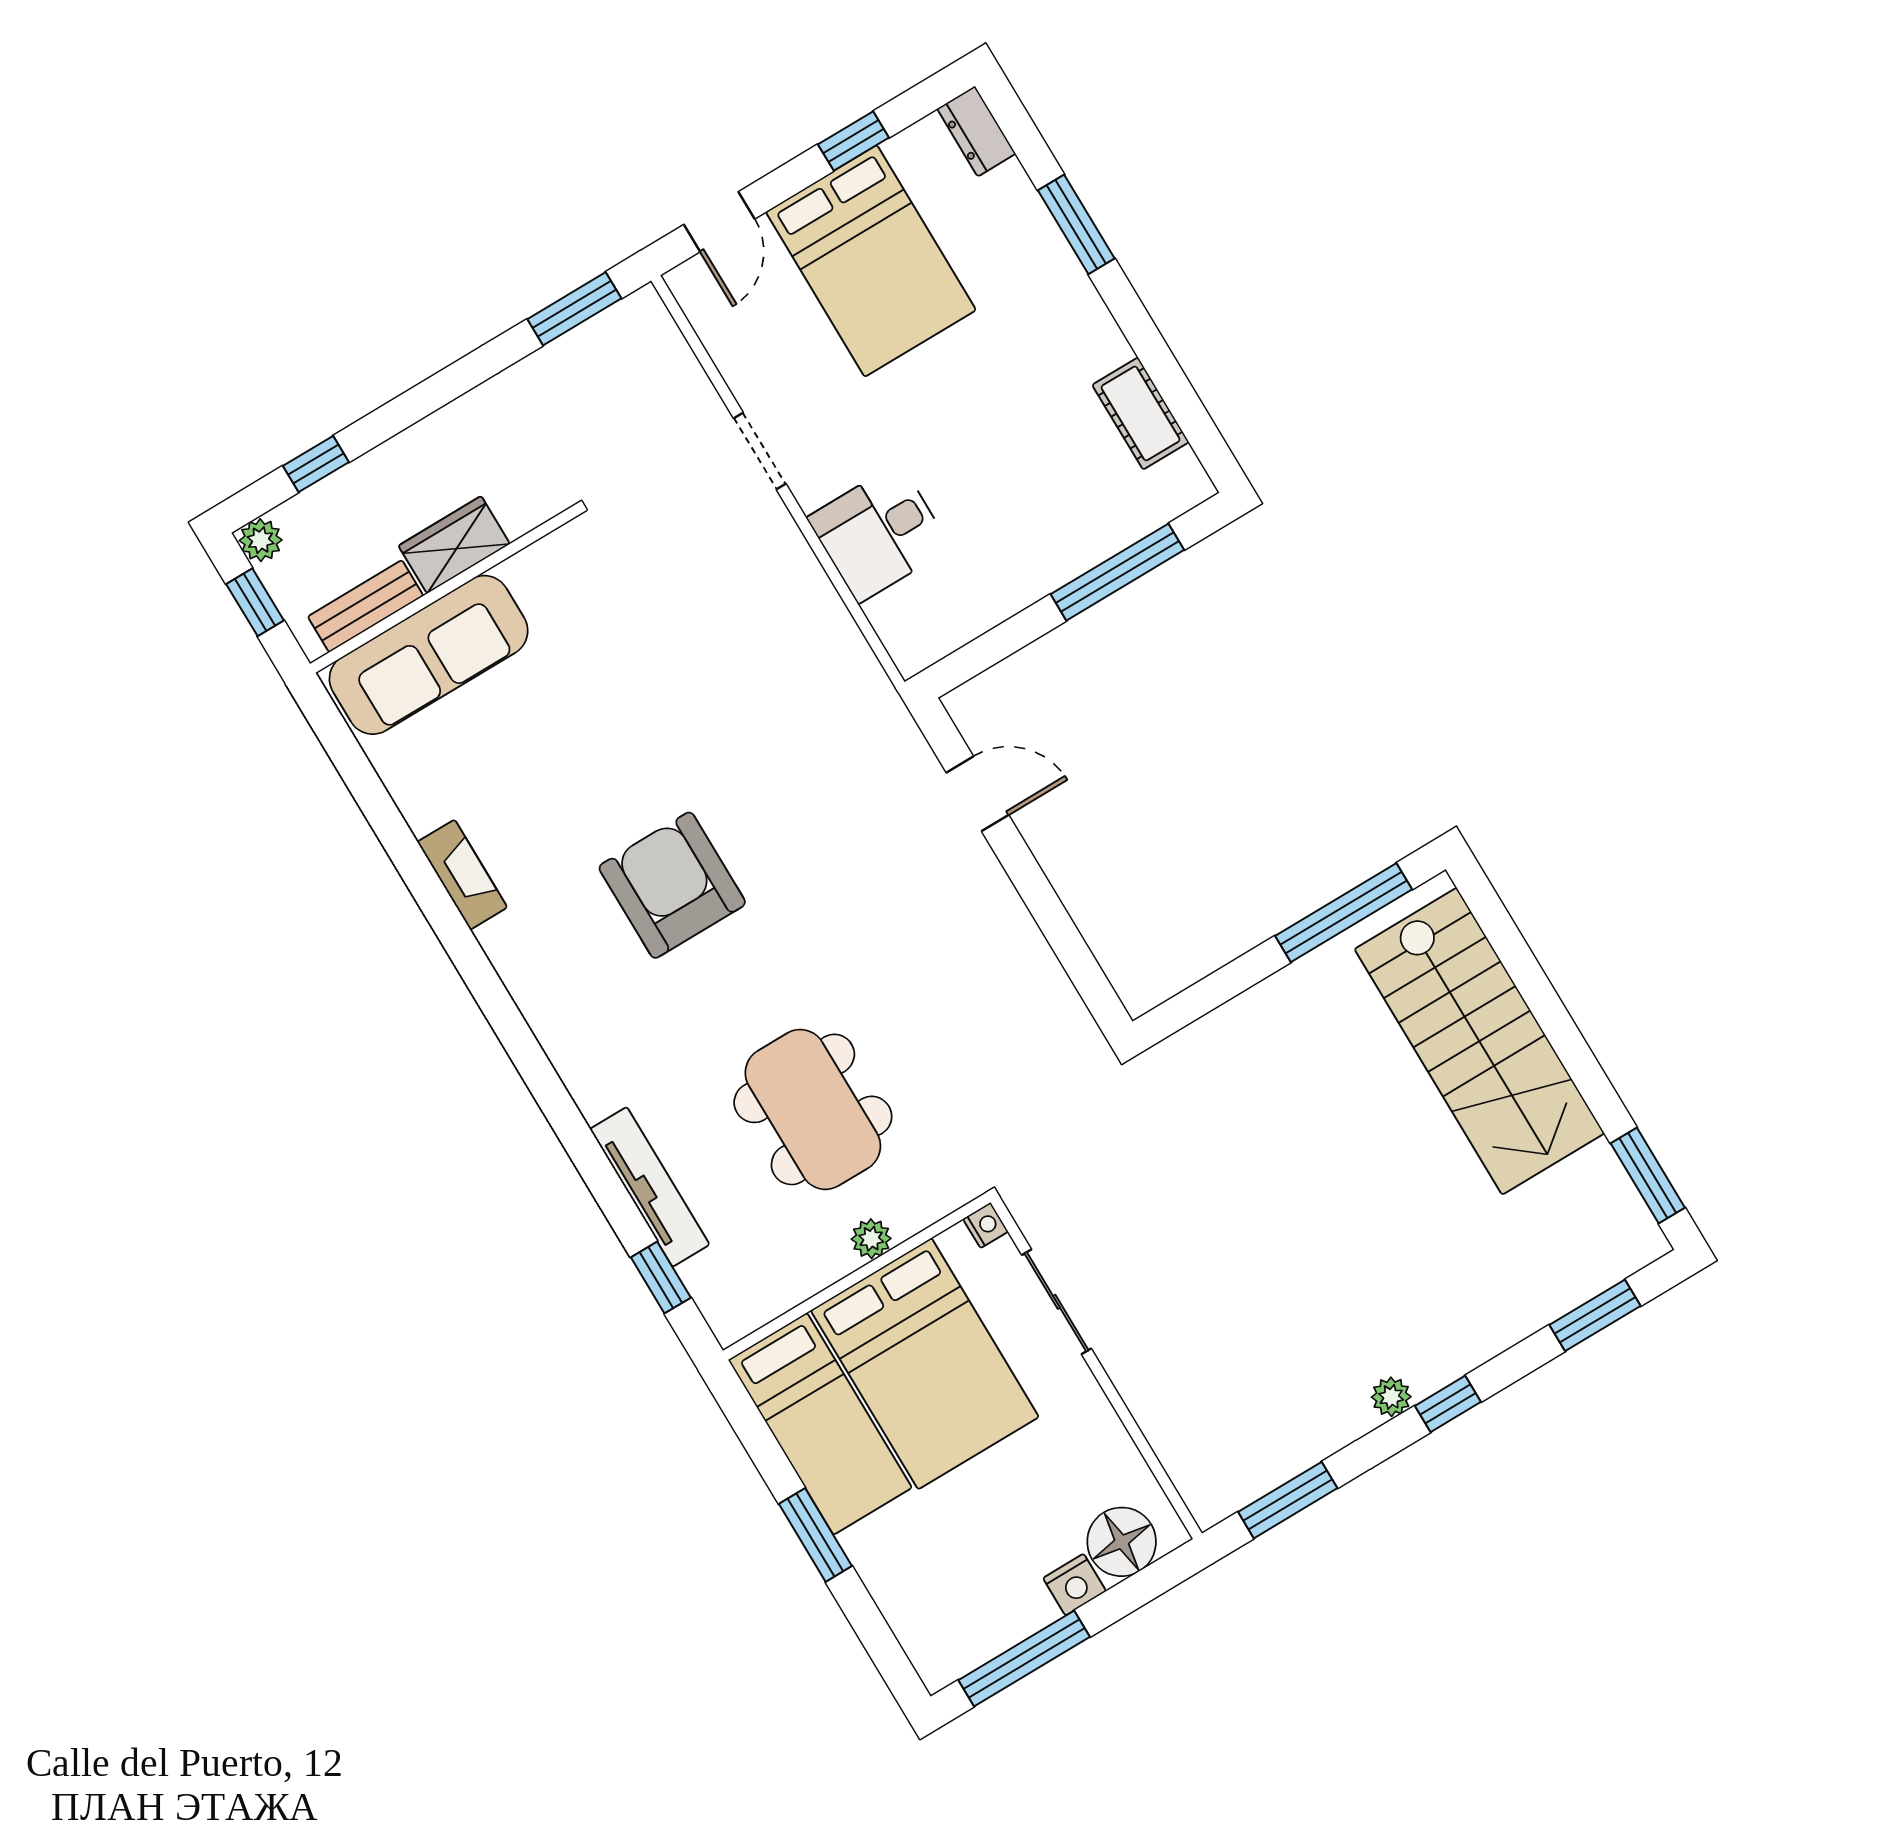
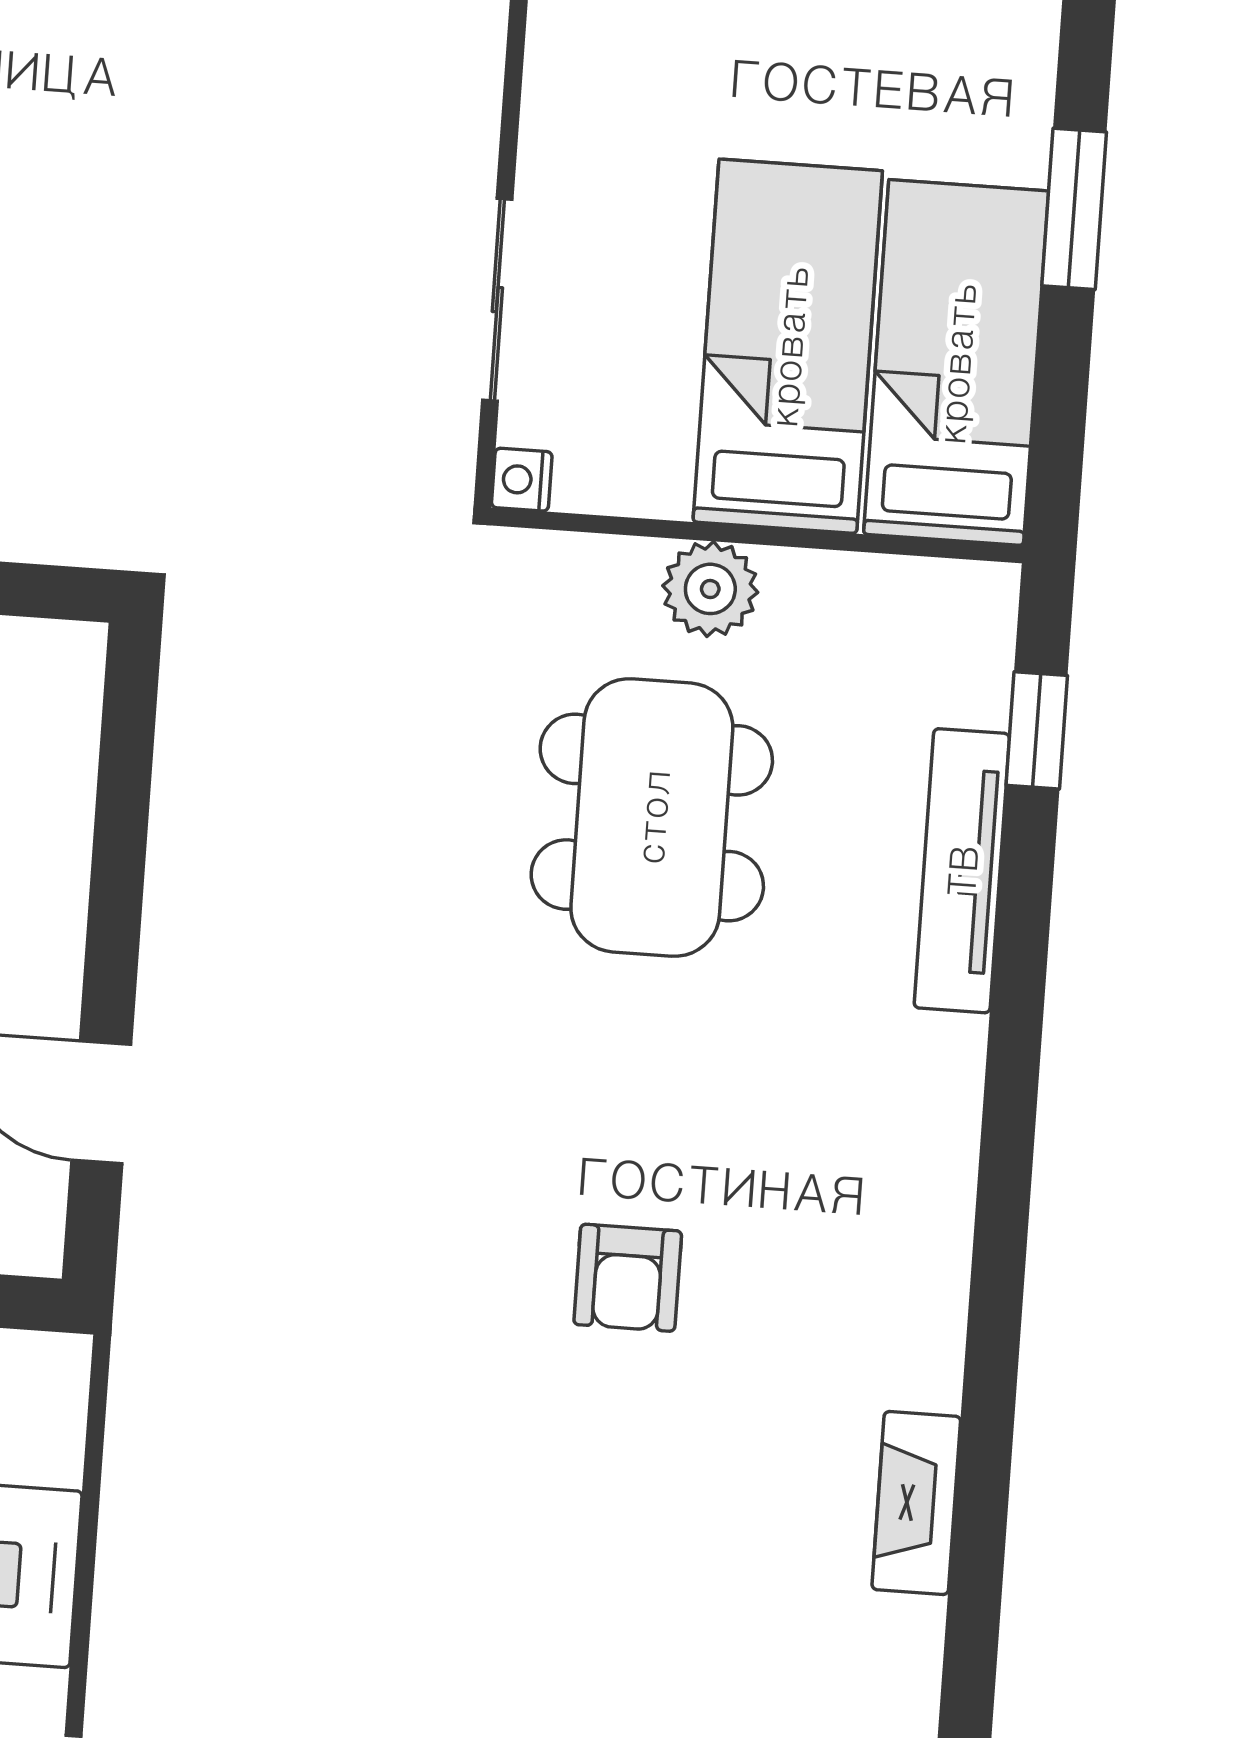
armchair: (672, 885) -> (628, 1278), width x0.53, depth x0.53
plant: (871, 1239) -> (710, 589), width x1.38, depth x1.38
bed: (925, 1364) -> (788, 346), width x0.67

